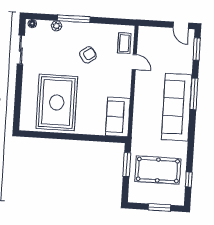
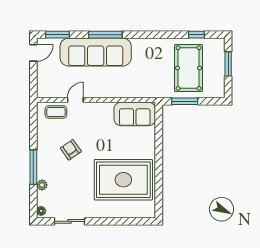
sofa: (177, 107) -> (96, 52), moved

